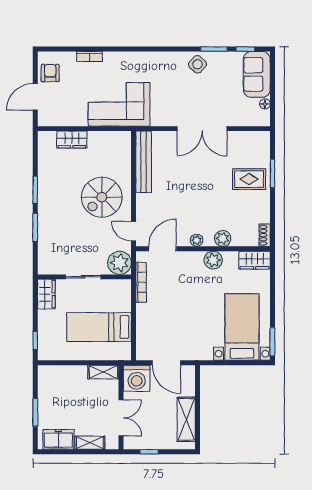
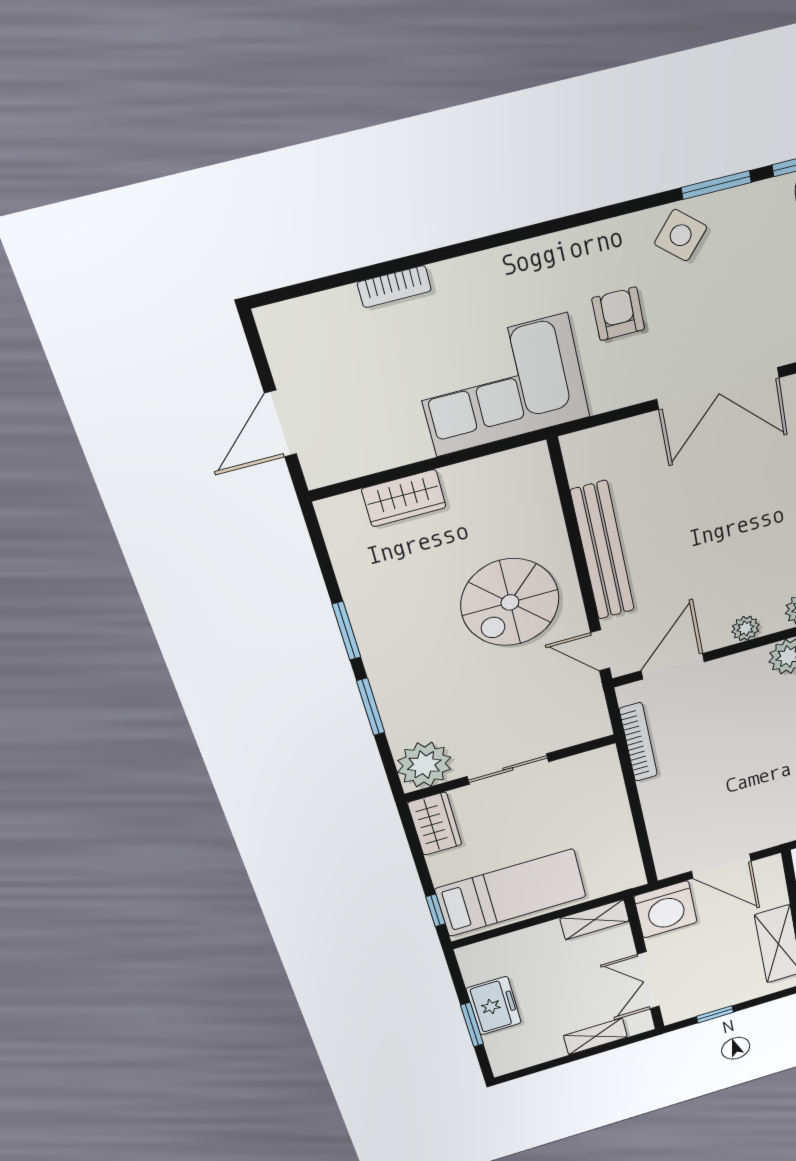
armchair: (50, 73) -> (618, 314), moved
bench: (144, 162) -> (603, 551), moved
plant: (119, 263) -> (424, 765), moved
bed: (99, 327) -> (511, 893), moved, turned 180
double door: (121, 418) -> (648, 980), swing flipped
freezer: (58, 439) -> (494, 1006), moved, turned 90

